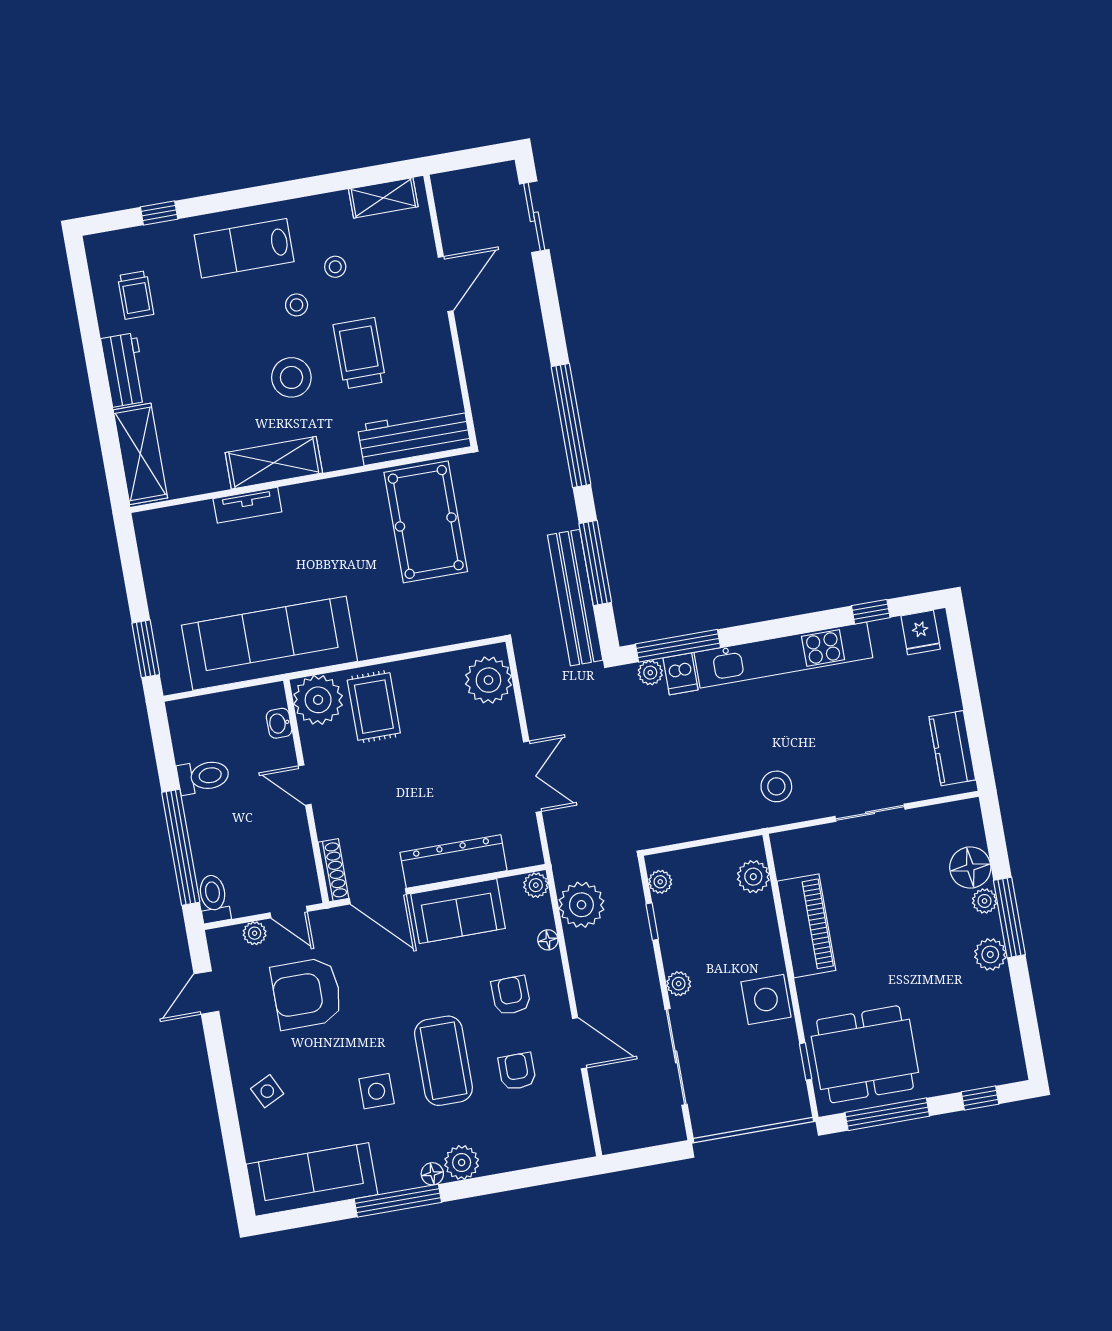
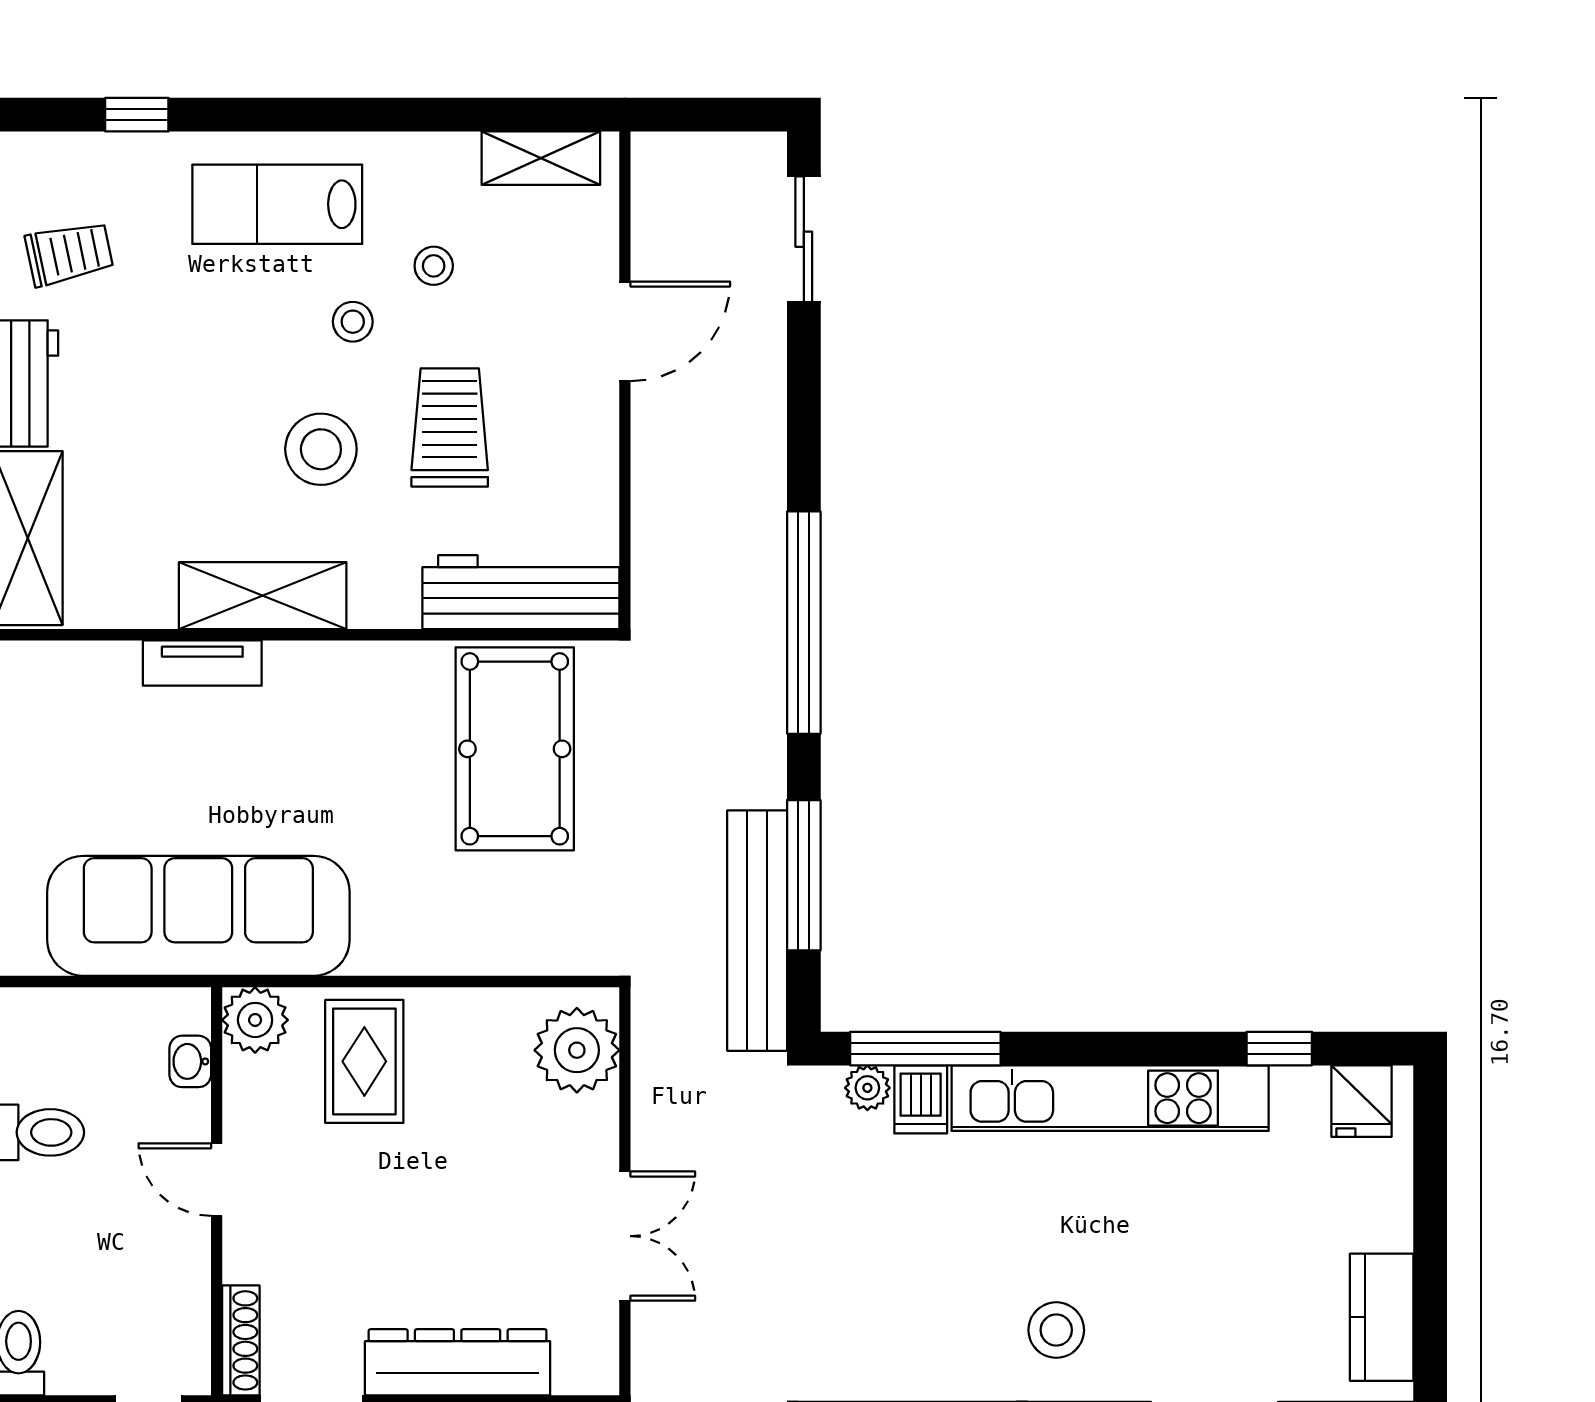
trolley: (136, 295) -> (69, 253), turned -102
plant: (318, 700) -> (255, 1020), width x0.73, depth x0.73

